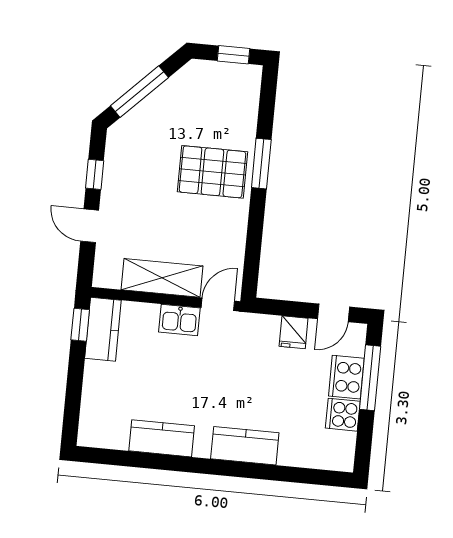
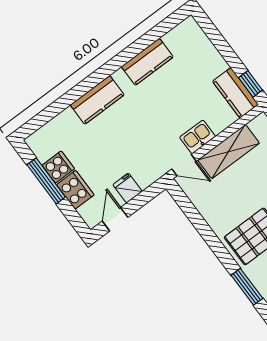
window: (261, 164) -> (247, 287), moved
door: (218, 304) -> (184, 165), hinge flipped
window: (370, 378) -> (46, 181), moved

